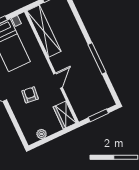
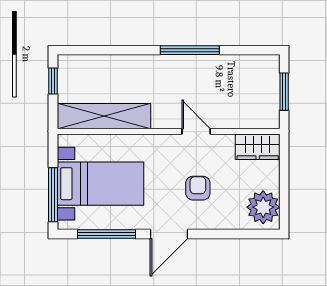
armchair: (30, 95) -> (198, 188), turned 83
plant: (42, 134) -> (263, 207), width x1.87, depth x1.87

